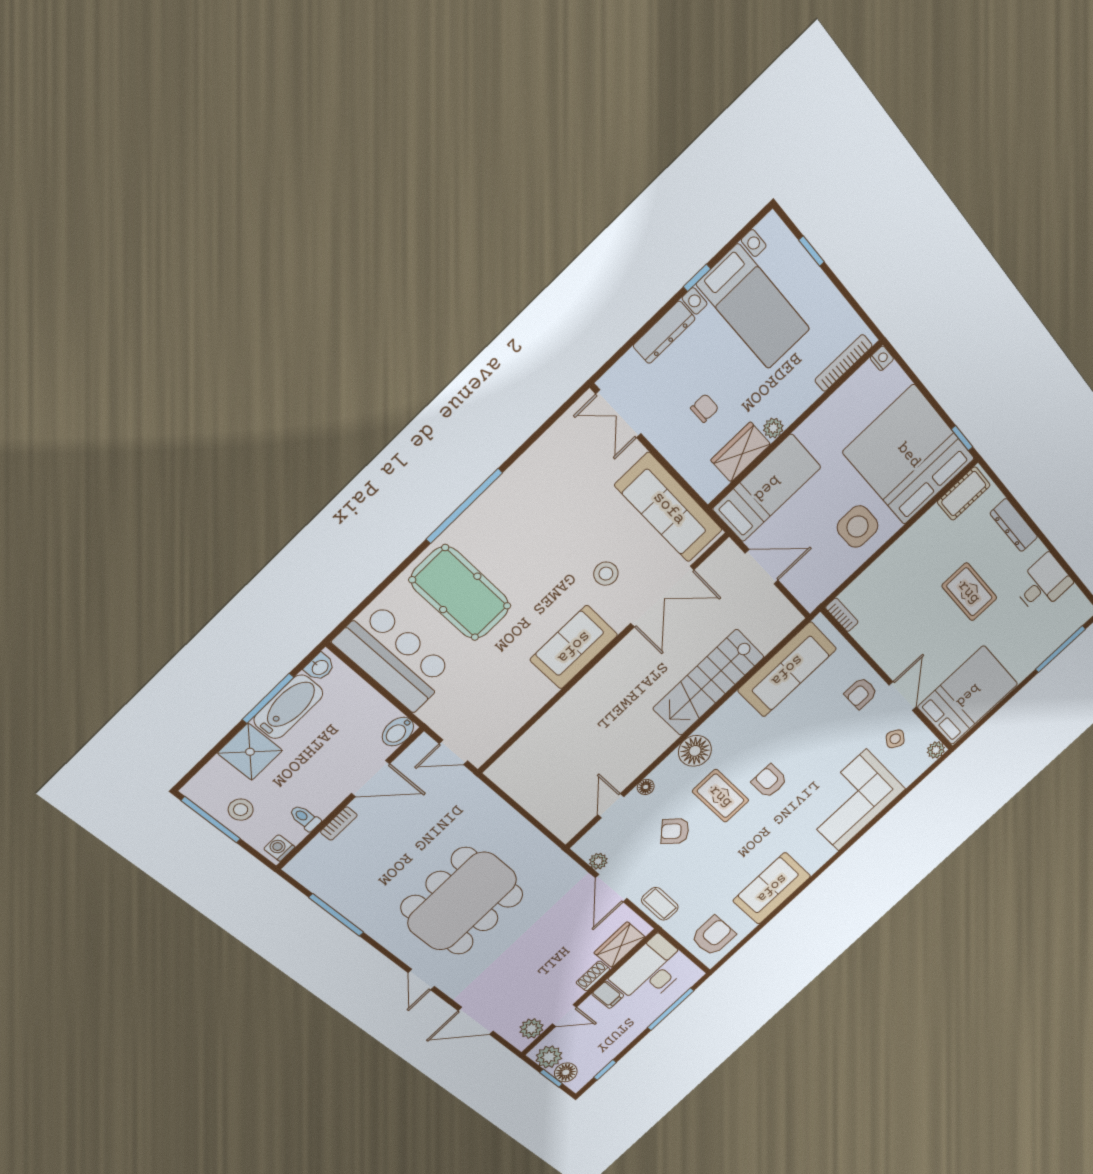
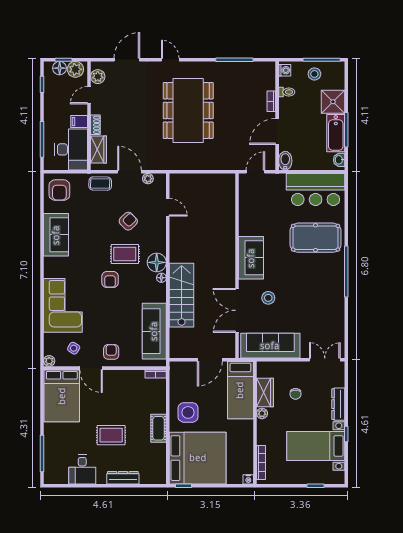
cot: (964, 494) -> (158, 428), moved
armchair: (769, 781) -> (110, 279), turned 90
floor lamp: (646, 787) -> (161, 278), moved

